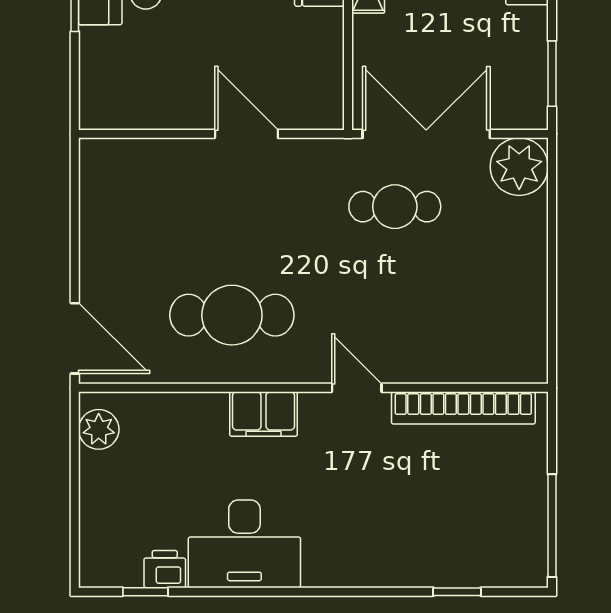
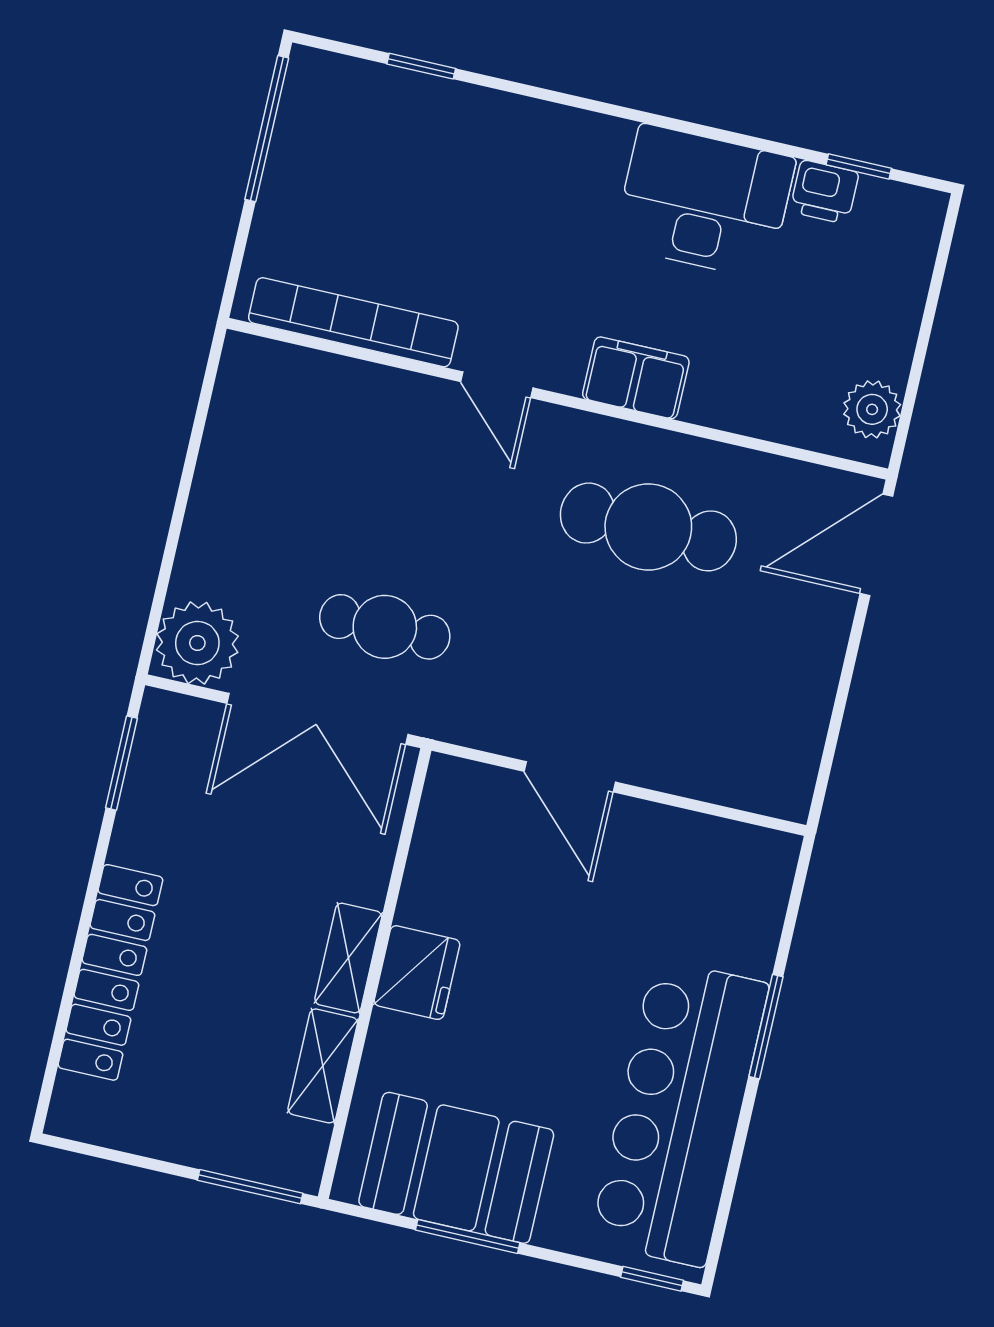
door: (75, 338) -> (876, 545), hinge flipped

